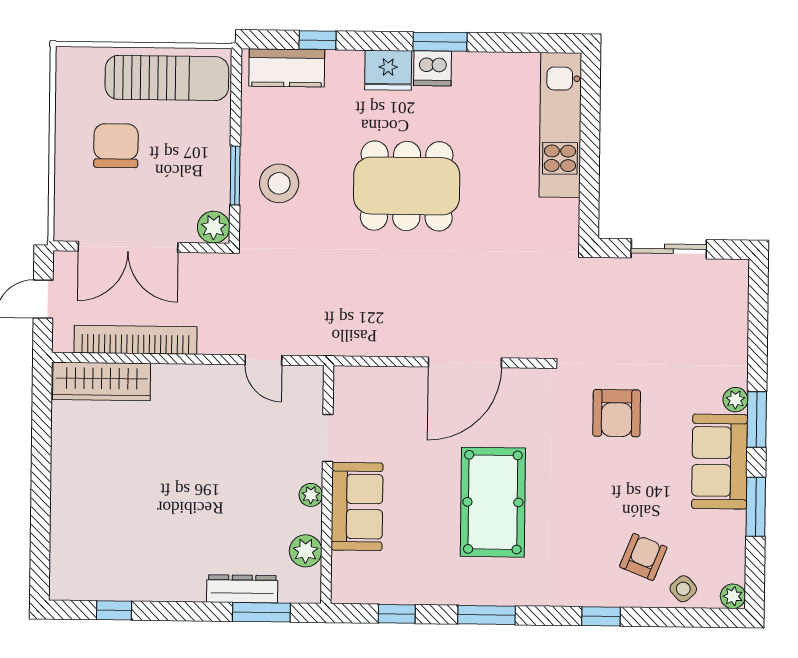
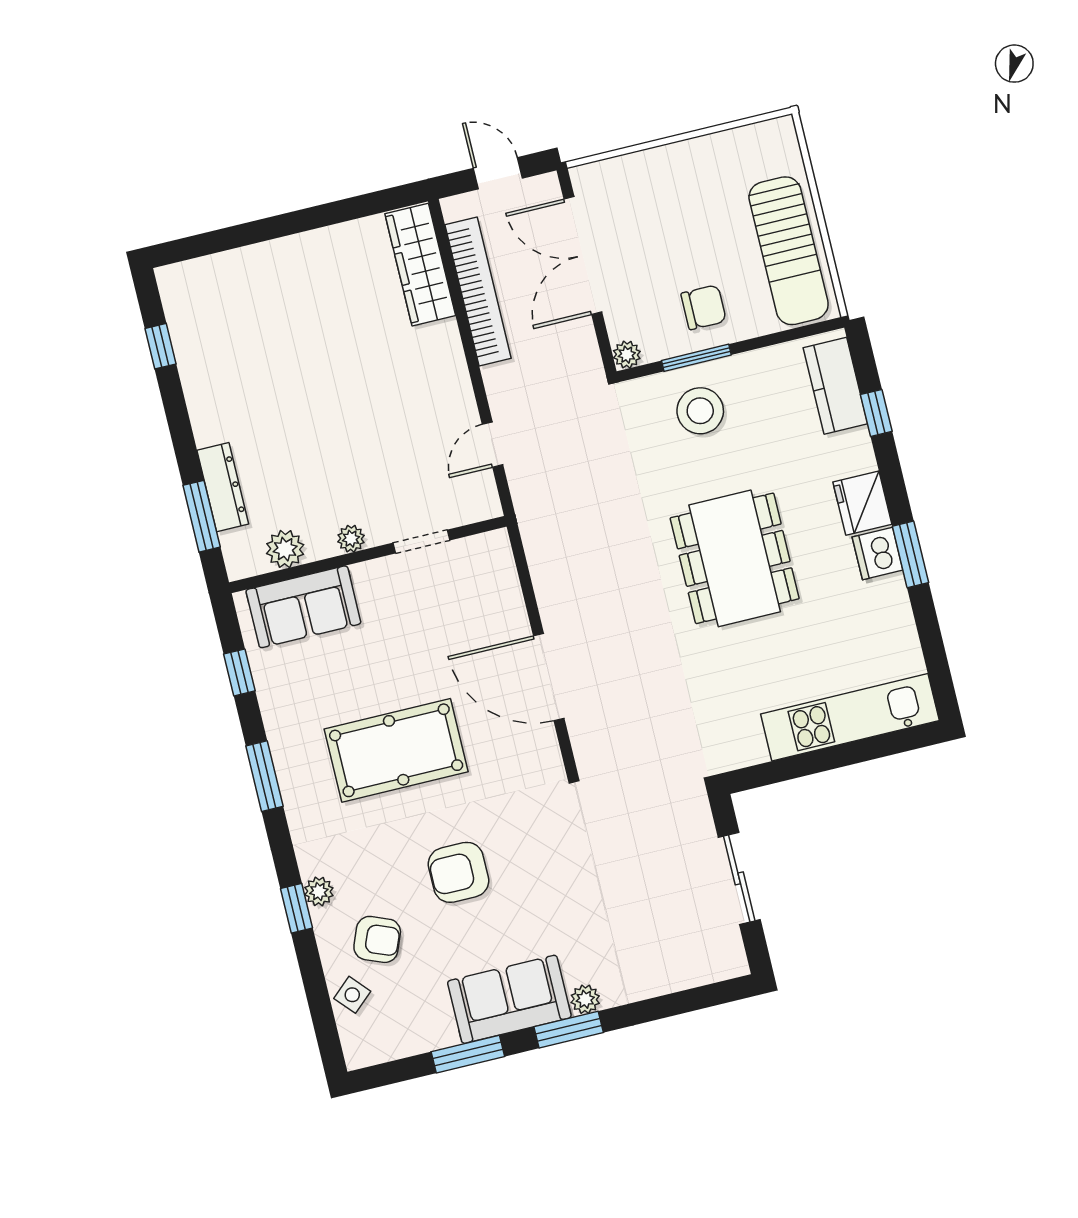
chair: (116, 146) -> (704, 307), moved, width x0.73, depth x0.73
plant: (214, 227) -> (627, 355), width x0.73, depth x0.73
armchair: (617, 413) -> (458, 872), moved
sofa: (357, 506) -> (303, 607), moved
plant: (733, 596) -> (319, 891), moved

